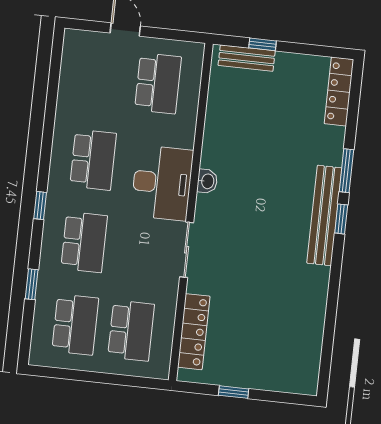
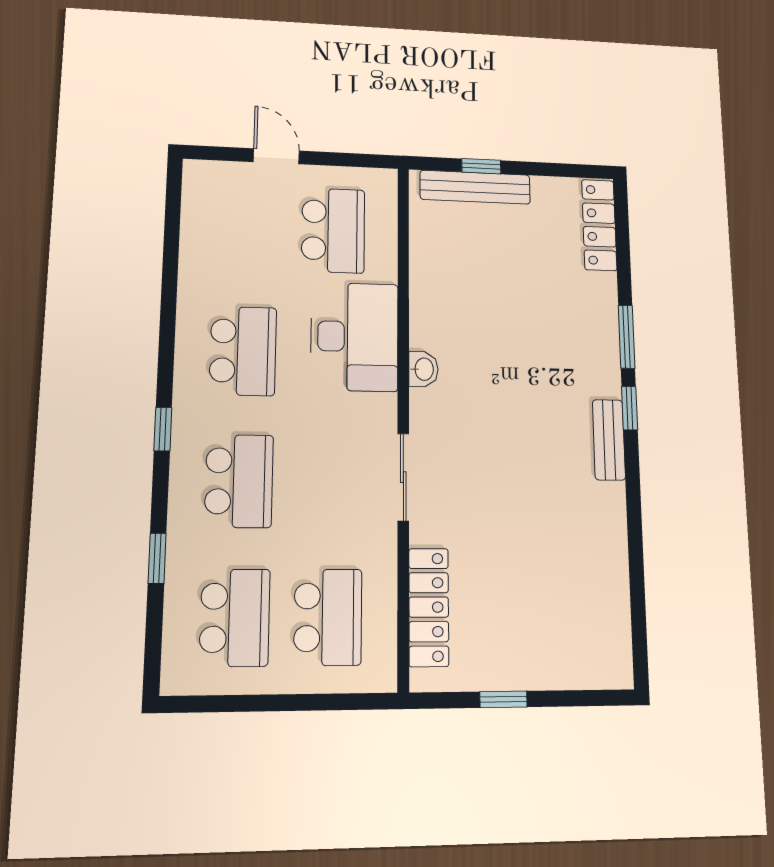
bench: (247, 58) -> (475, 187), width x1.36
desk: (162, 183) -> (355, 337), moved
bench: (324, 215) -> (609, 440), width x0.54, depth x0.82

